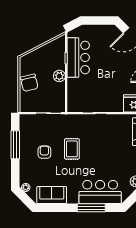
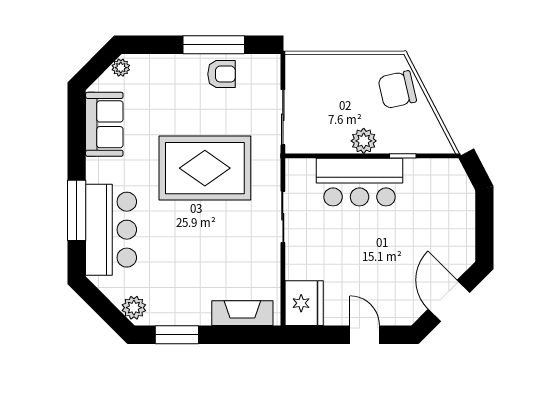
bar counter: (78, 57) -> (360, 182), moved
chair: (29, 83) -> (397, 90), moved
rug: (72, 149) -> (205, 168), width x1.86, depth x2.06
armchair: (44, 152) -> (222, 74), moved

